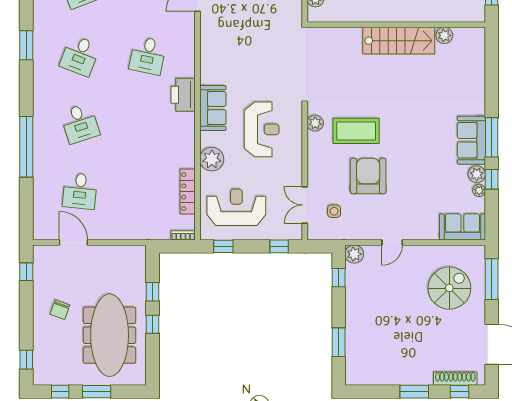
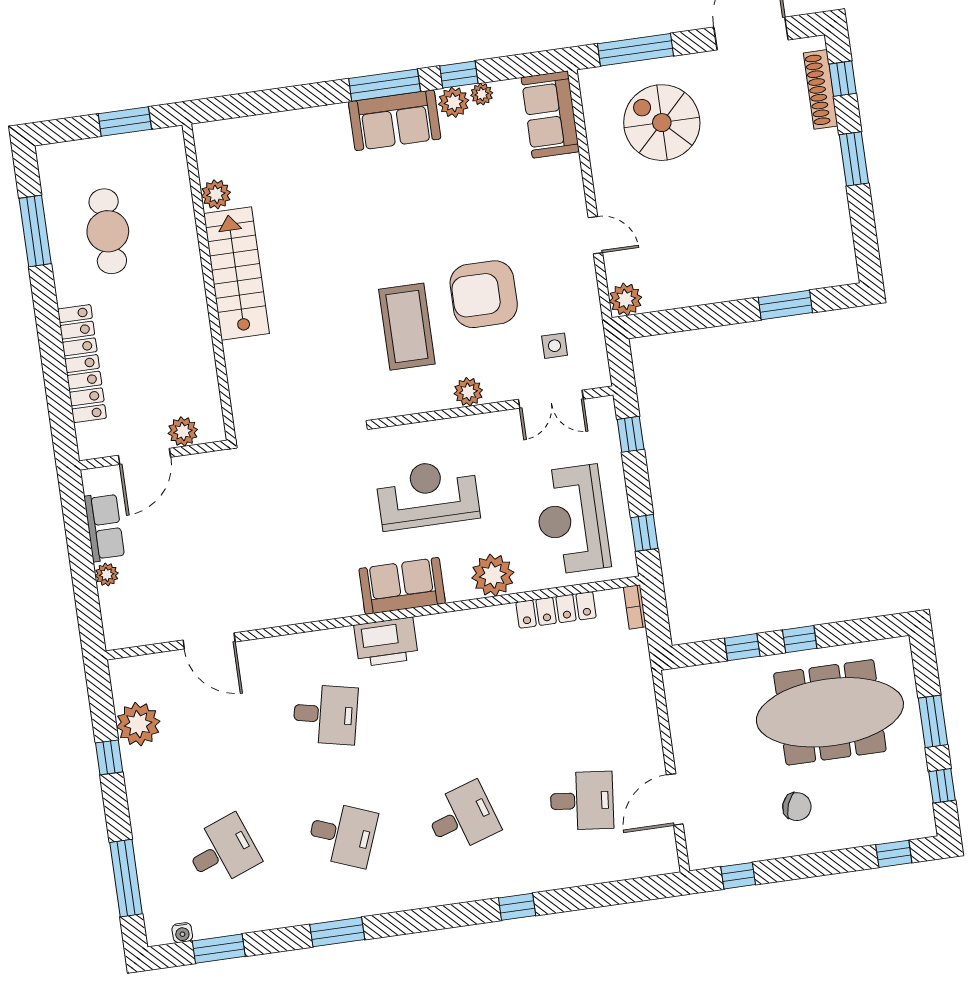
plant: (315, 123) -> (468, 392), moved
window: (26, 147) -> (517, 907), width x0.32
window: (339, 278) -> (671, 321), removed

